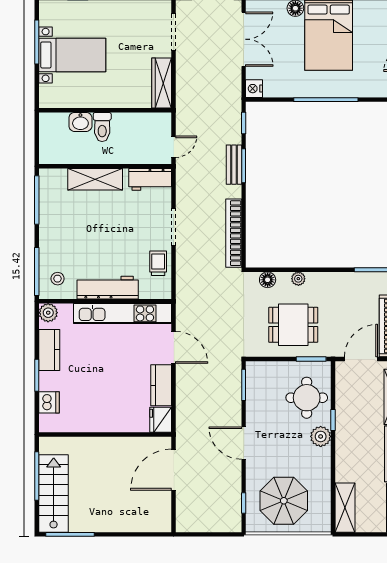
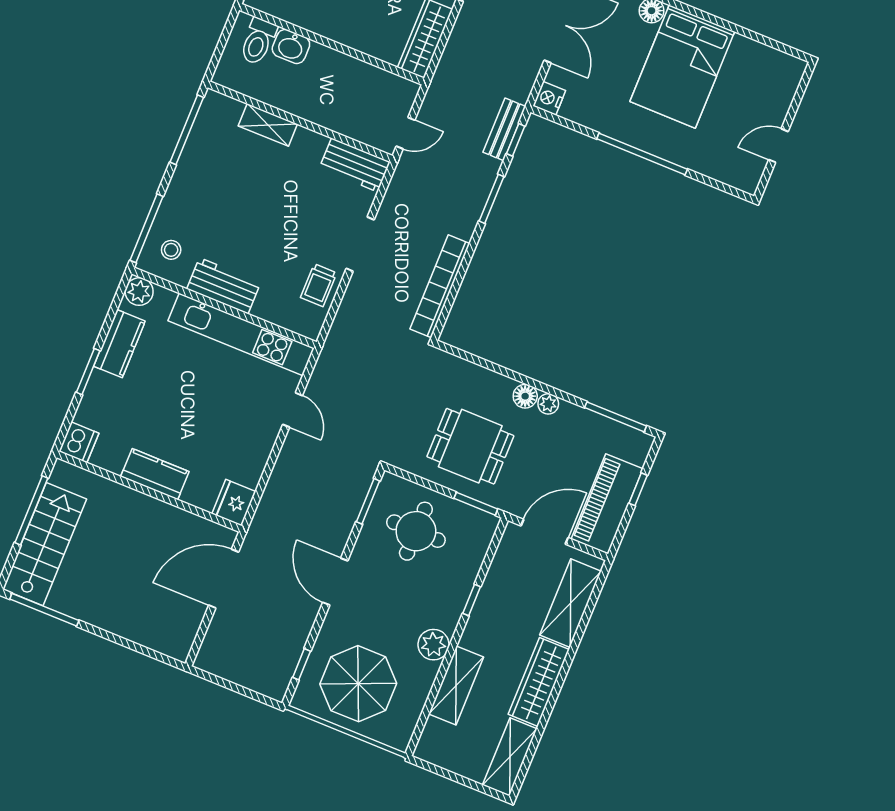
toilet: (102, 127) -> (258, 41), moved
bench: (234, 165) -> (504, 129), moved
shelving: (95, 179) -> (268, 125), width x0.67, depth x0.75
trolley: (158, 263) -> (319, 285), turned 180
plant: (298, 279) -> (548, 404), moved
floor lamp: (268, 280) -> (525, 396), moved
workbench: (108, 288) -> (224, 286), width x0.73
door: (174, 347) -> (292, 410), width x0.73
kitchen counter: (161, 385) -> (155, 474), moved, turned 90
round table: (307, 398) -> (416, 531), moved
dishwasher: (49, 402) -> (79, 442), moved
plant: (321, 436) -> (433, 645), moved
shelving: (345, 508) -> (456, 685), moved

